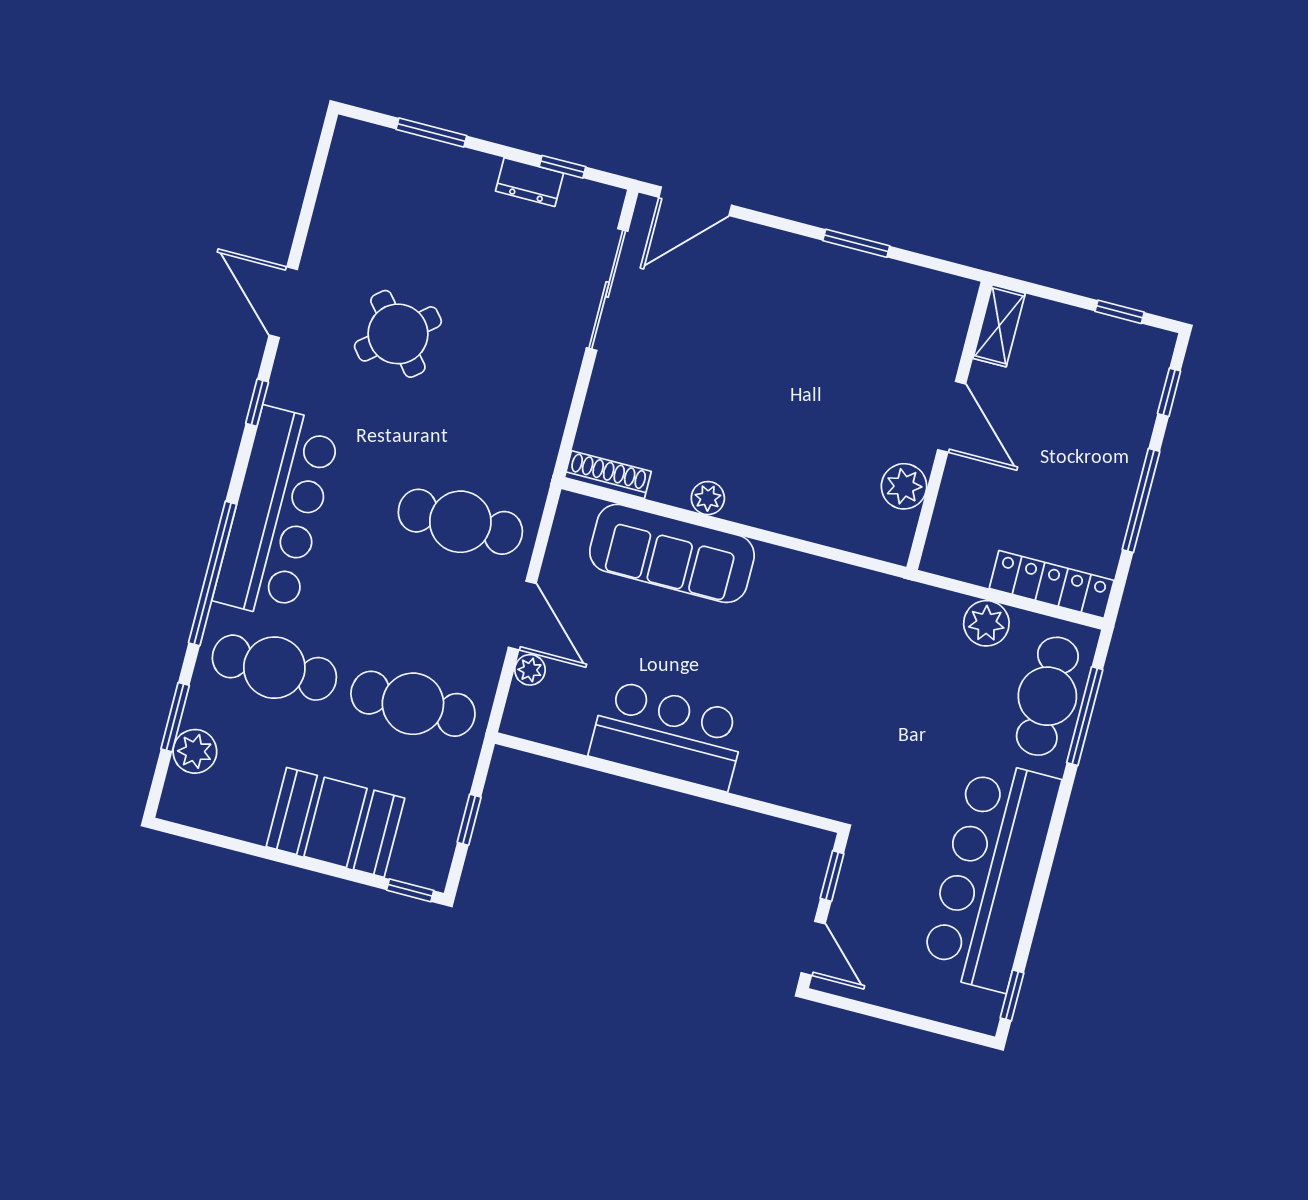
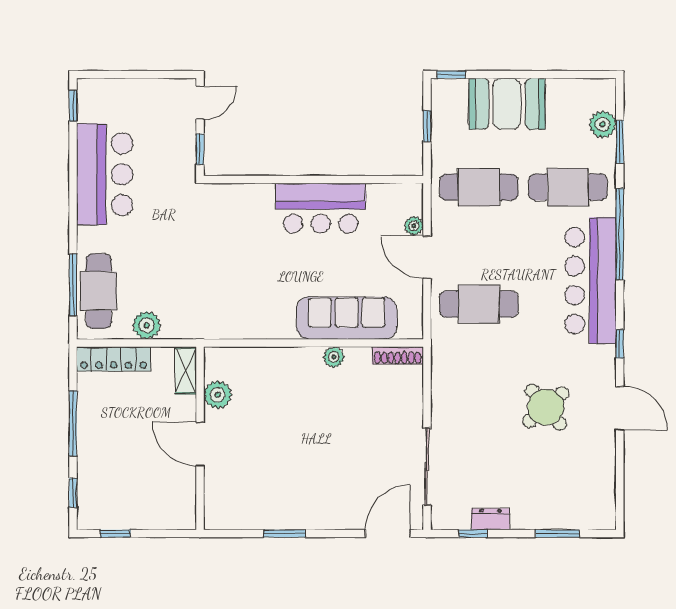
shelving: (999, 326) -> (186, 370), moved
bar counter: (991, 875) -> (105, 174), width x0.73
door: (813, 948) -> (200, 103), swing flipped

